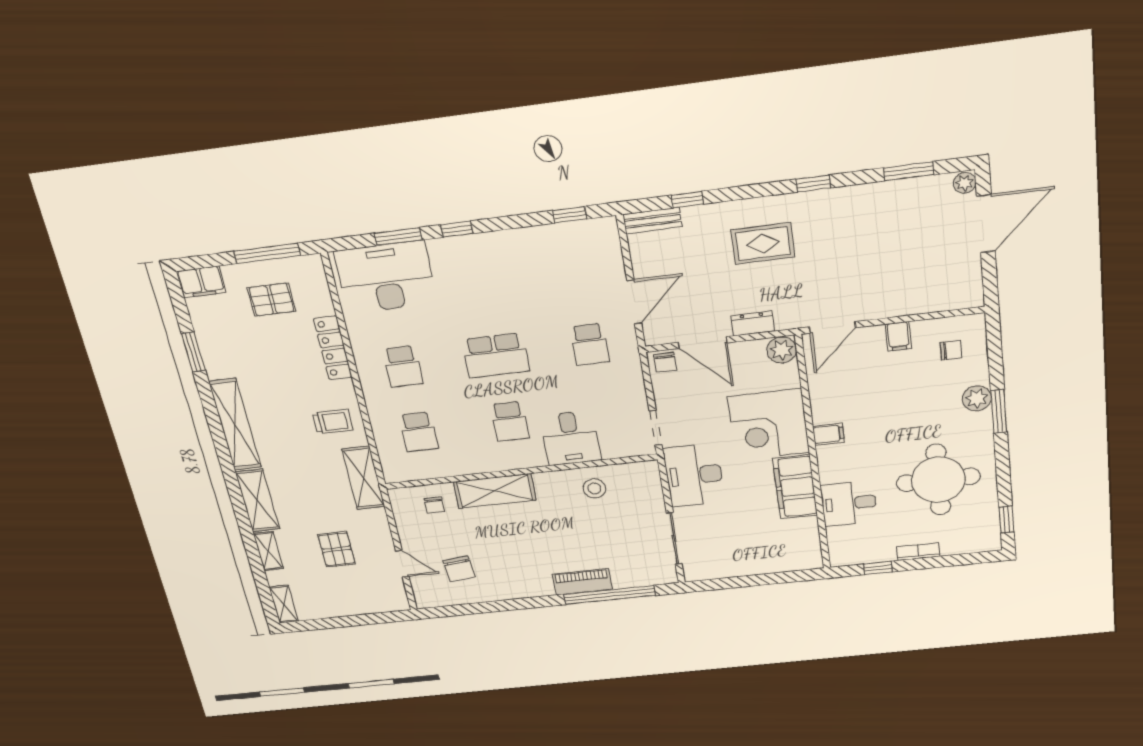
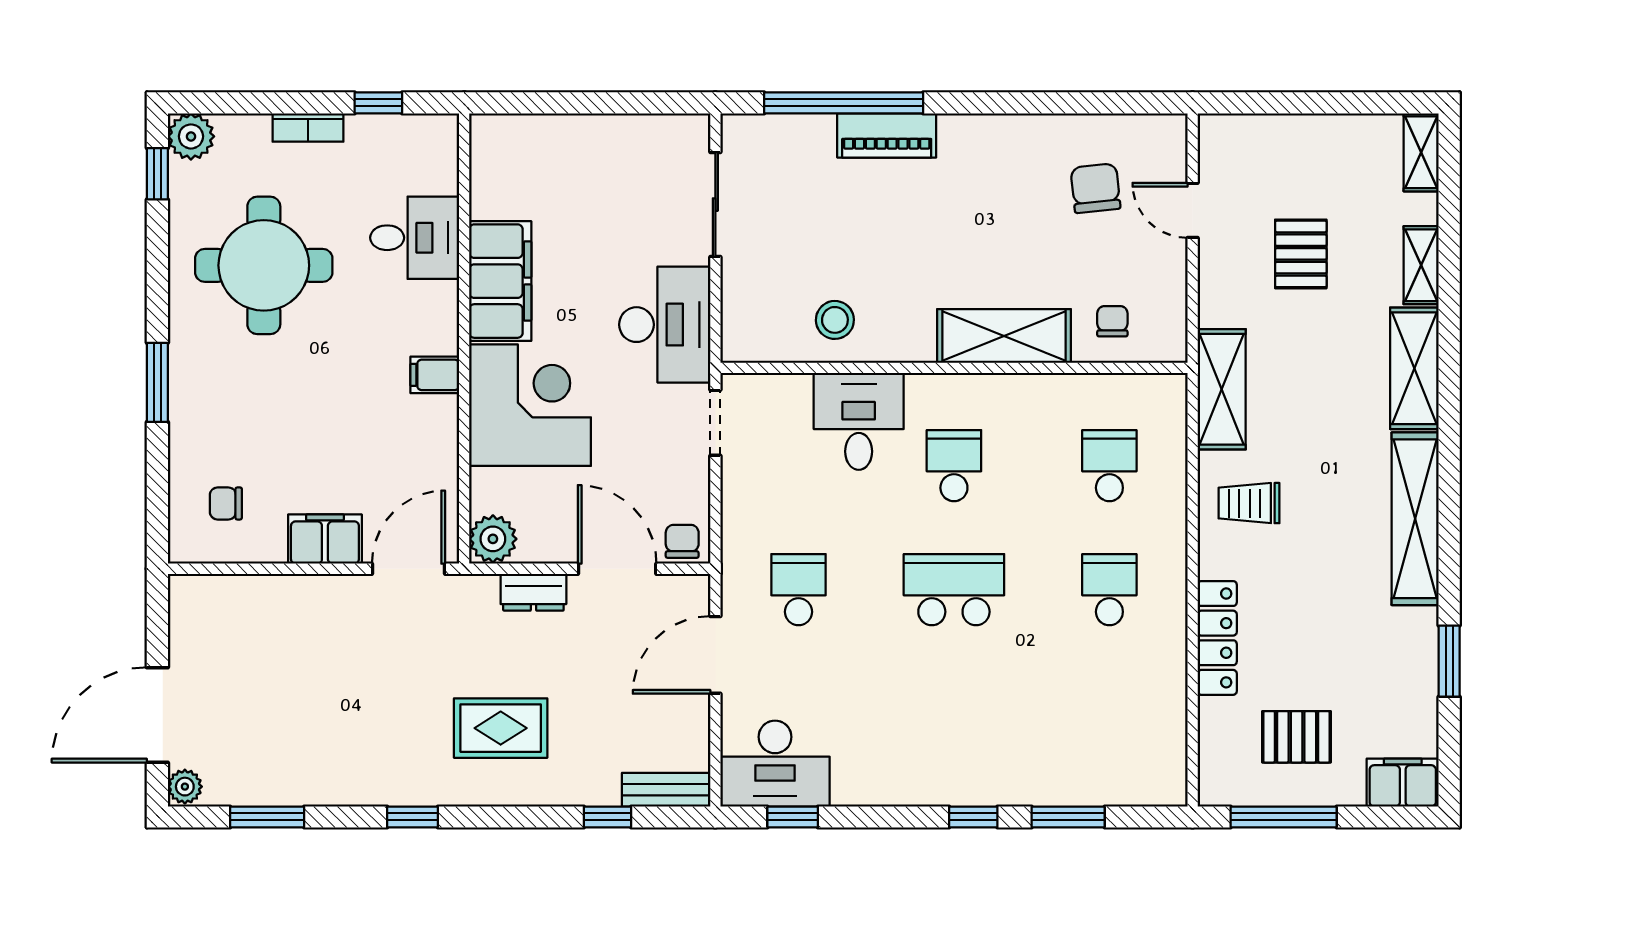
desk: (386, 277) -> (775, 764), moved, width x0.73, depth x0.77
filing cabinet: (898, 336) -> (325, 539), width x2.00
plant: (977, 398) -> (191, 136), moved

